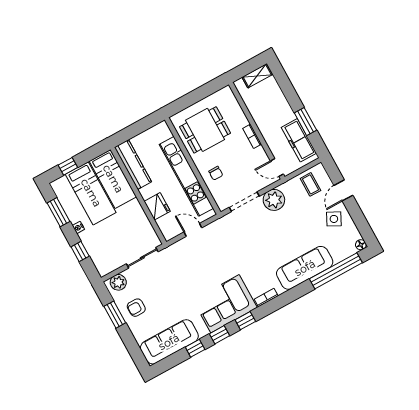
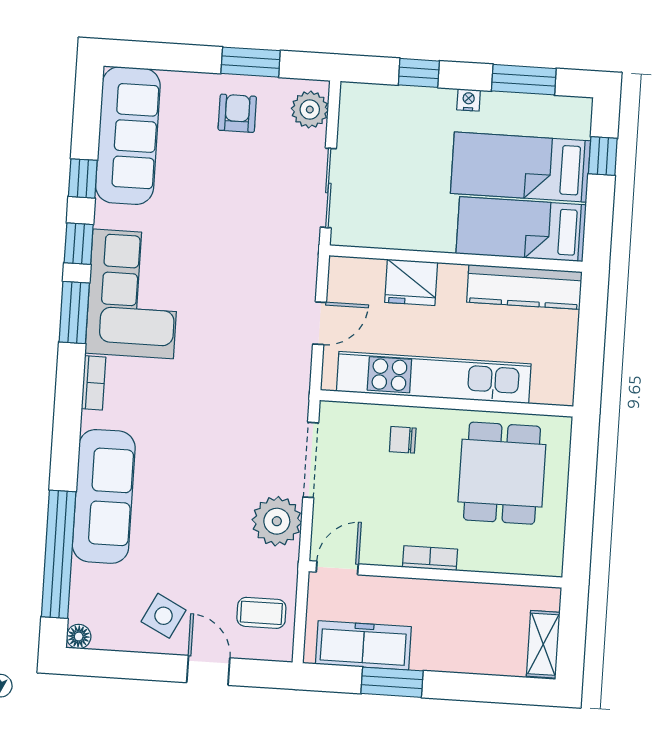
window: (245, 321) -> (74, 313), width x1.50

